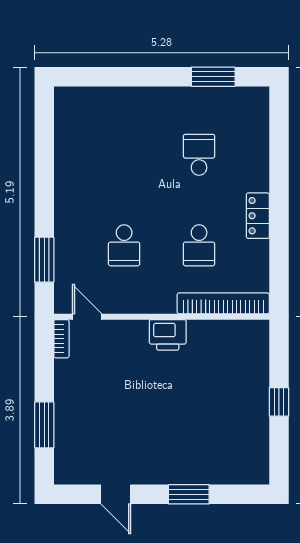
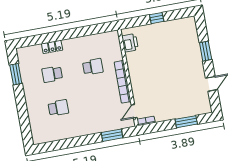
locker: (258, 216) -> (52, 47), moved
school desk: (124, 245) -> (58, 108), moved
bookcase: (223, 303) -> (123, 82), moved
printer: (168, 335) -> (130, 43), moved

